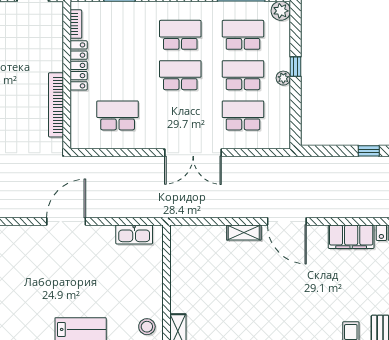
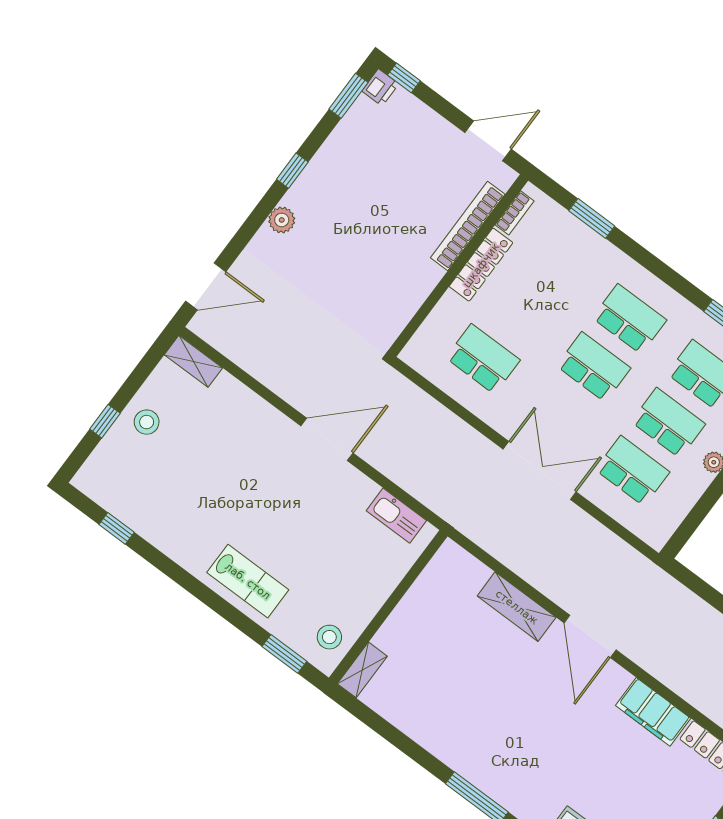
bookcase: (56, 105) -> (468, 226), moved
double door: (193, 153) -> (540, 471), swing flipped
shelving: (244, 232) -> (517, 607), width x1.50, depth x1.33

